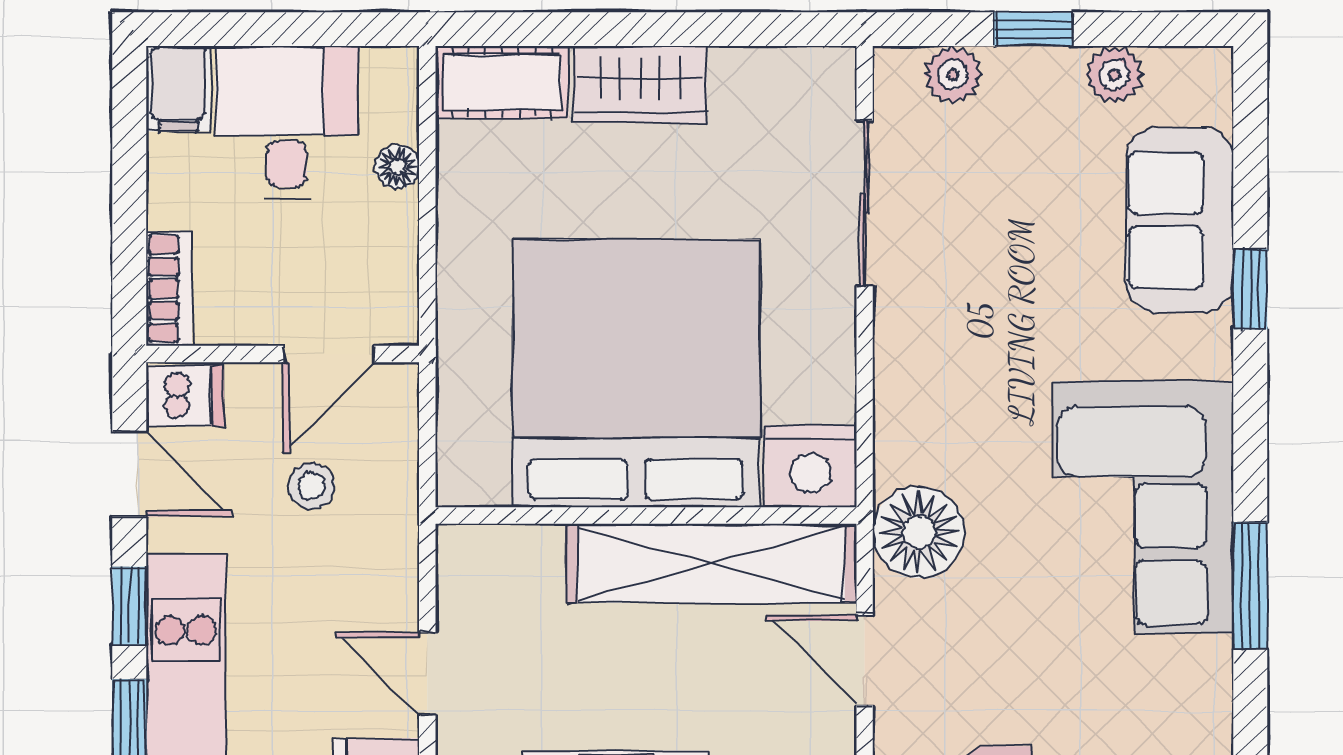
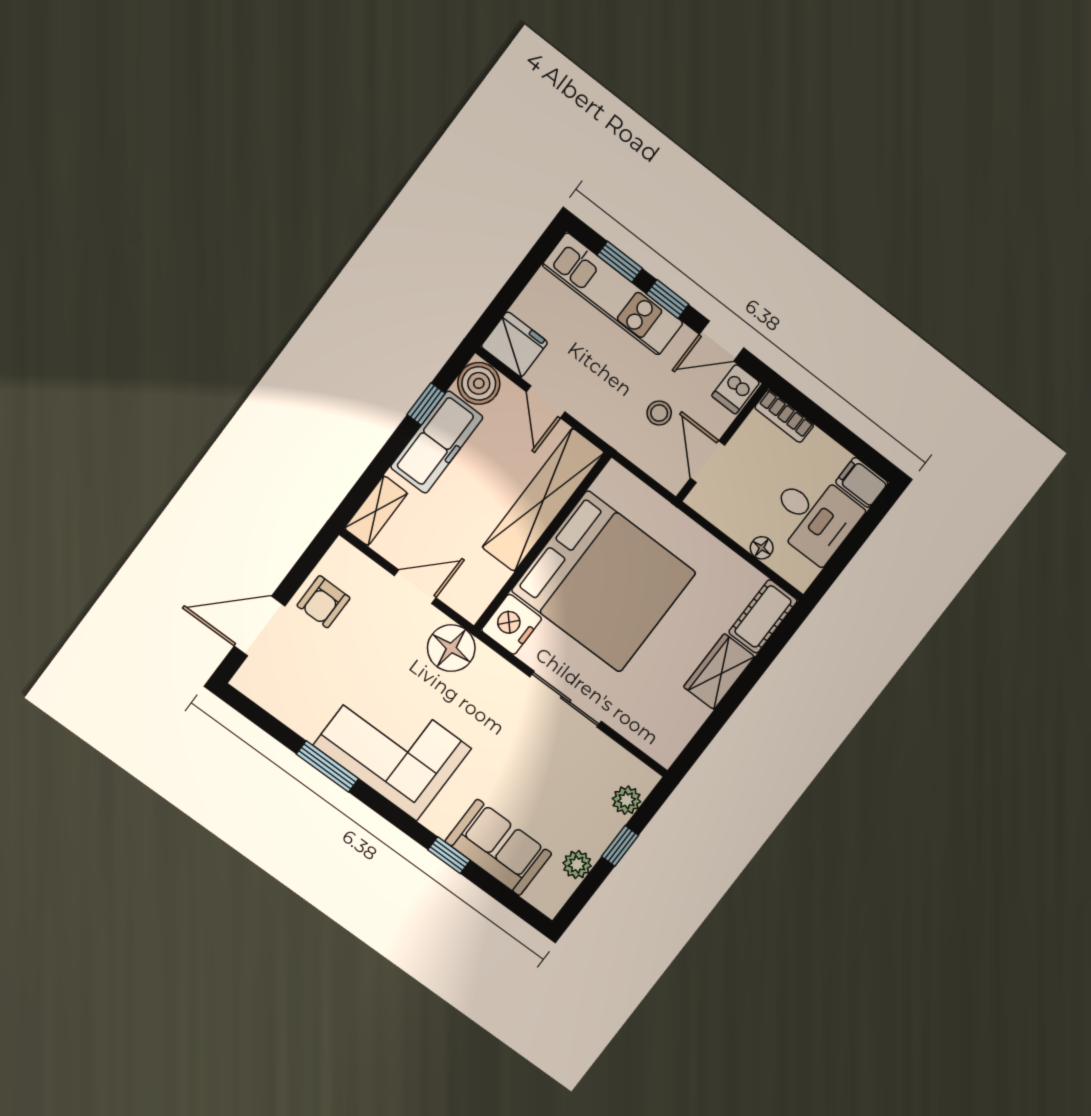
sliding door: (865, 203) -> (566, 699), moved
shelving: (711, 563) -> (543, 500), moved
door: (427, 674) -> (546, 402), swing flipped

